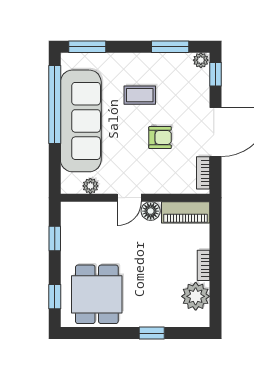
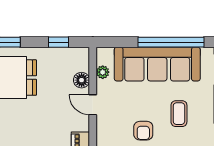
floor lamp: (151, 211) -> (82, 80), moved

